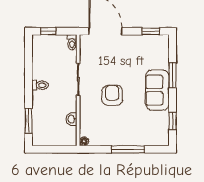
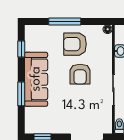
sofa: (157, 90) -> (36, 79), width x1.36
armchair: (117, 126) -> (75, 44), added

